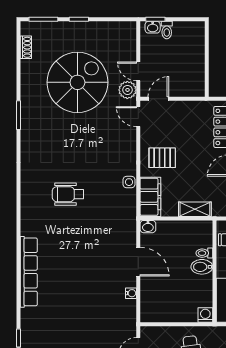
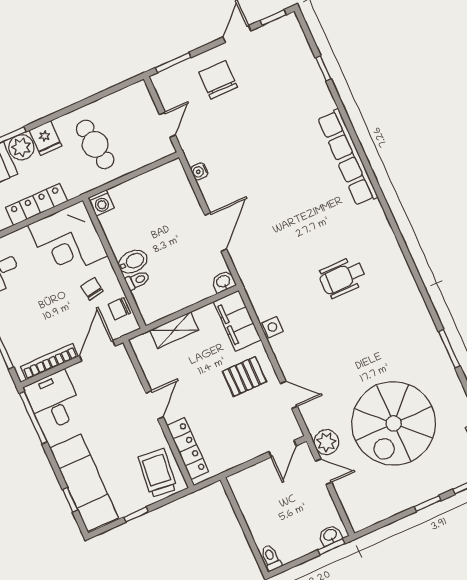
toilet: (167, 30) -> (271, 558), moved
door: (138, 117) -> (289, 395), moved
wheelchair: (68, 194) -> (342, 277), turned 180
door: (138, 262) -> (216, 232), swing flipped
water cooler: (131, 293) -> (199, 171), moved

